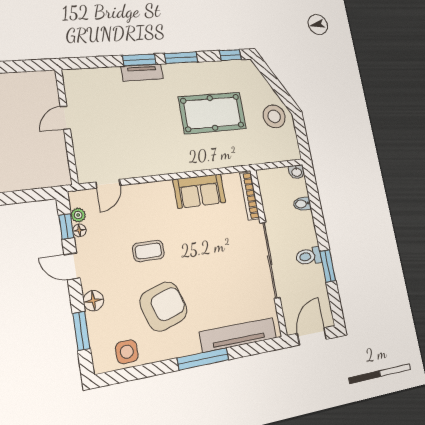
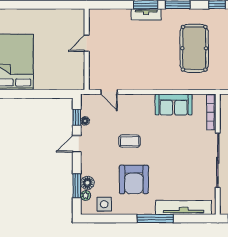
pool table: (212, 113) -> (194, 48), turned 90
door: (108, 184) -> (109, 92), hinge flipped
plant: (78, 215) -> (86, 195), moved
door: (72, 266) -> (77, 144), hinge flipped
floor lamp: (93, 301) -> (87, 183), moved
armchair: (164, 306) -> (134, 179), turned 107

